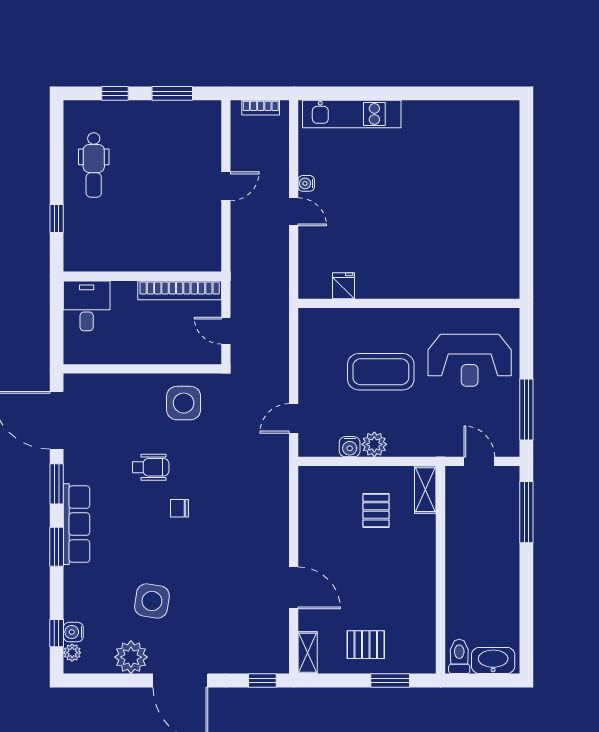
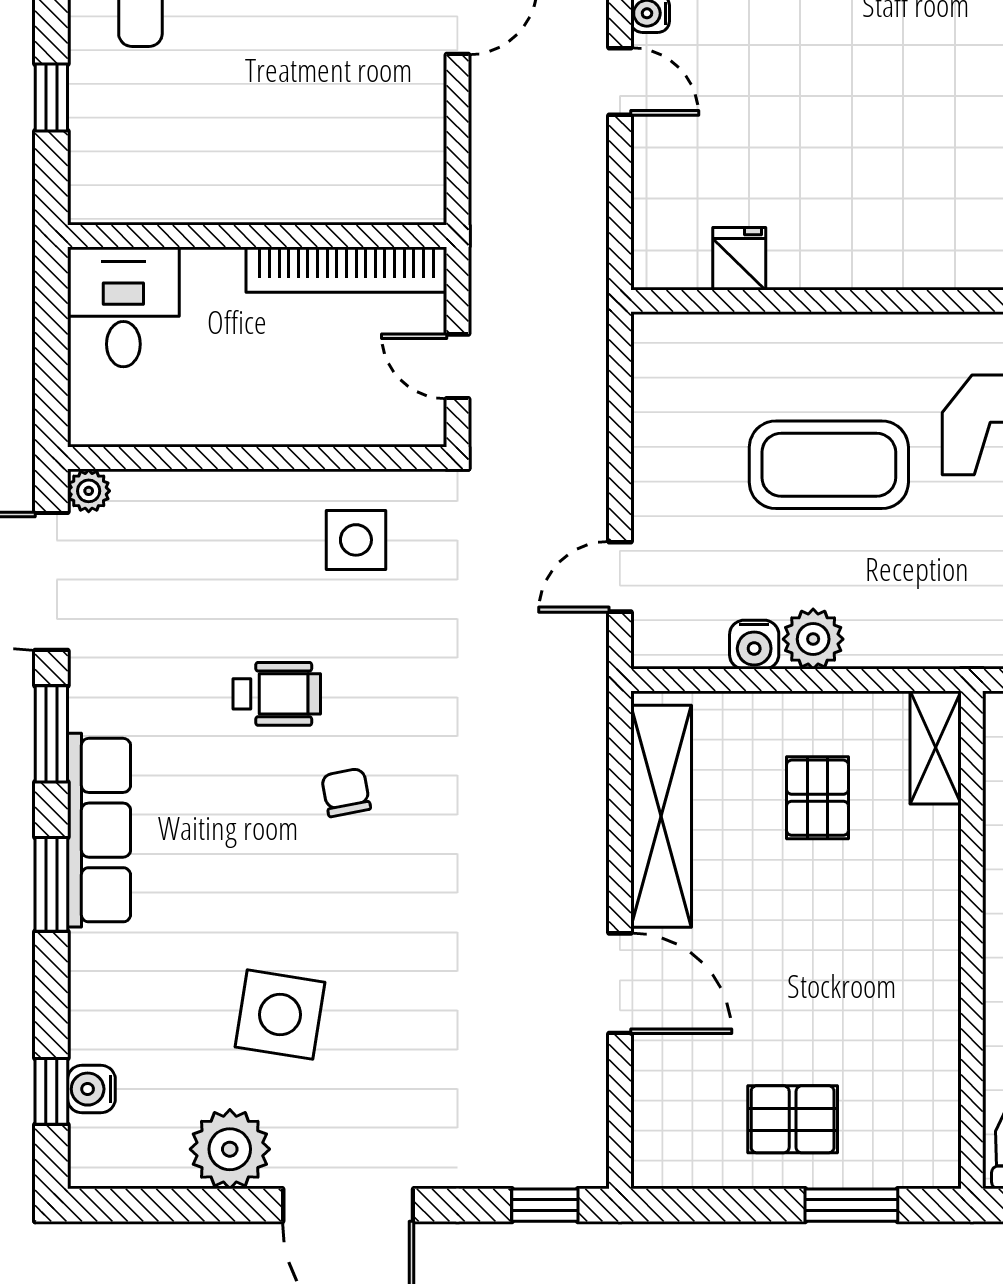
side table: (184, 403) -> (356, 540), width x0.73, depth x0.73
chair: (179, 508) -> (346, 792), turned 79
plant: (72, 653) -> (89, 491), moved
shelving: (308, 653) -> (661, 816), moved, width x2.20, depth x1.33

